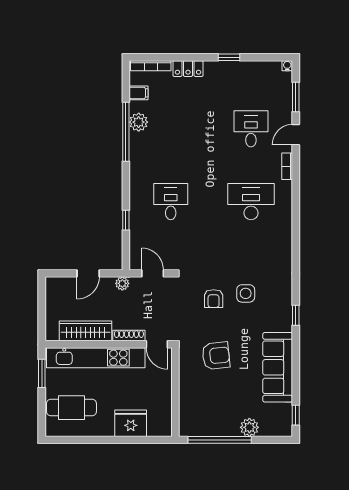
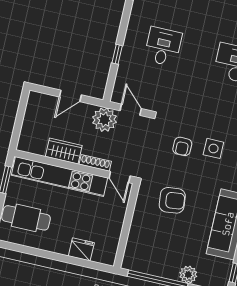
plant: (122, 283) -> (104, 120), width x1.88, depth x1.88
wardrobe: (85, 331) -> (64, 151), width x0.67
fridge: (131, 423) -> (81, 249), width x0.73, depth x0.75

